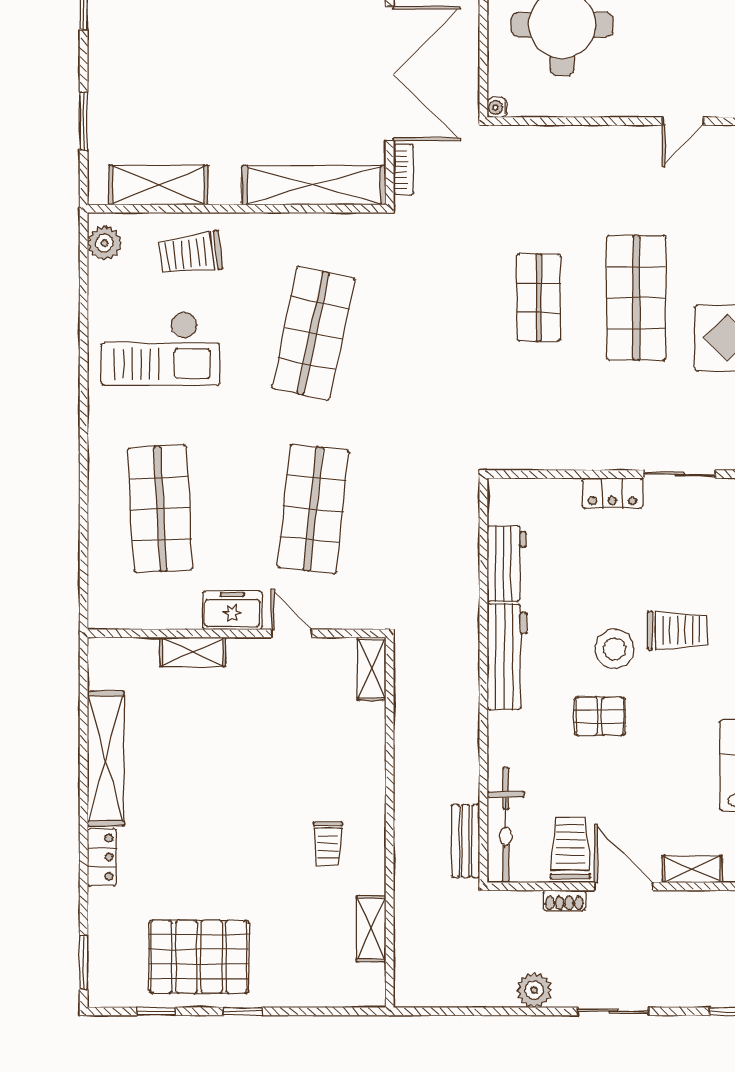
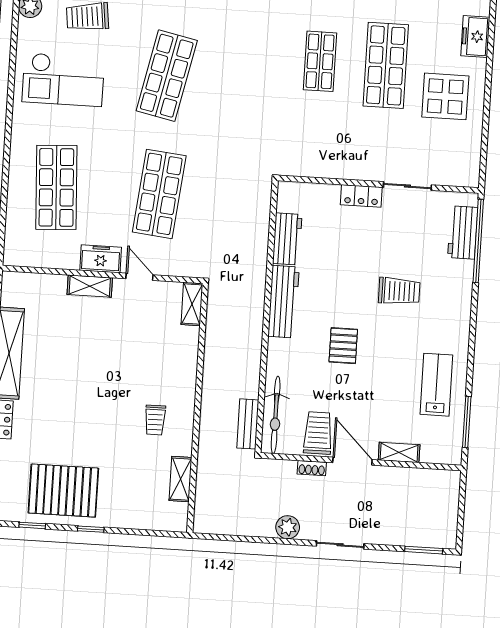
stool: (615, 649) -> (356, 301), removed
shelving: (193, 652) -> (90, 286), moved
pallet: (600, 716) -> (343, 346), turned 90

